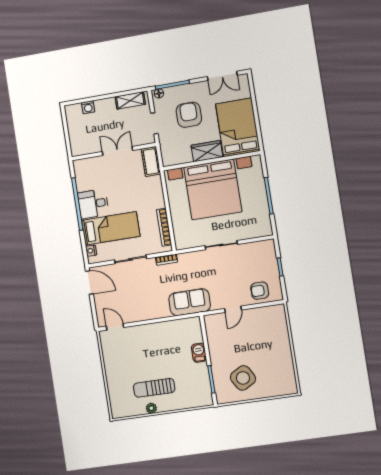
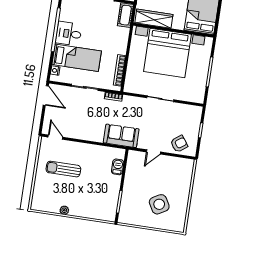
wardrobe: (207, 151) -> (154, 19), moved, width x1.50
armchair: (260, 291) -> (179, 144), turned 144
barbecue: (199, 353) -> (118, 167), moved
side table: (243, 378) -> (159, 204), moved
sun lounger: (154, 388) -> (63, 169), moved

